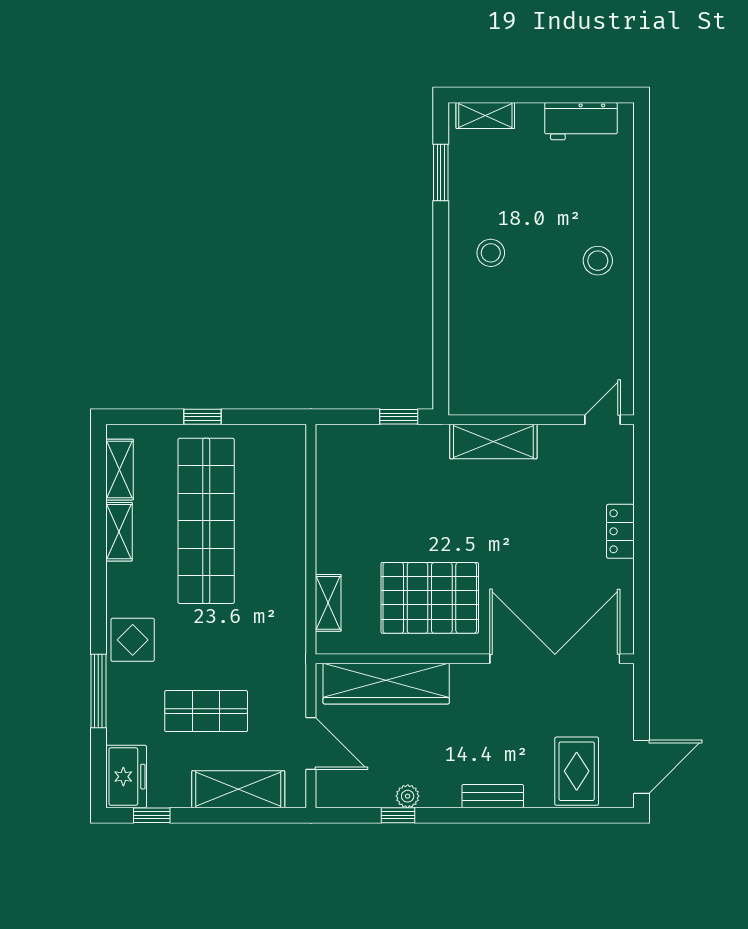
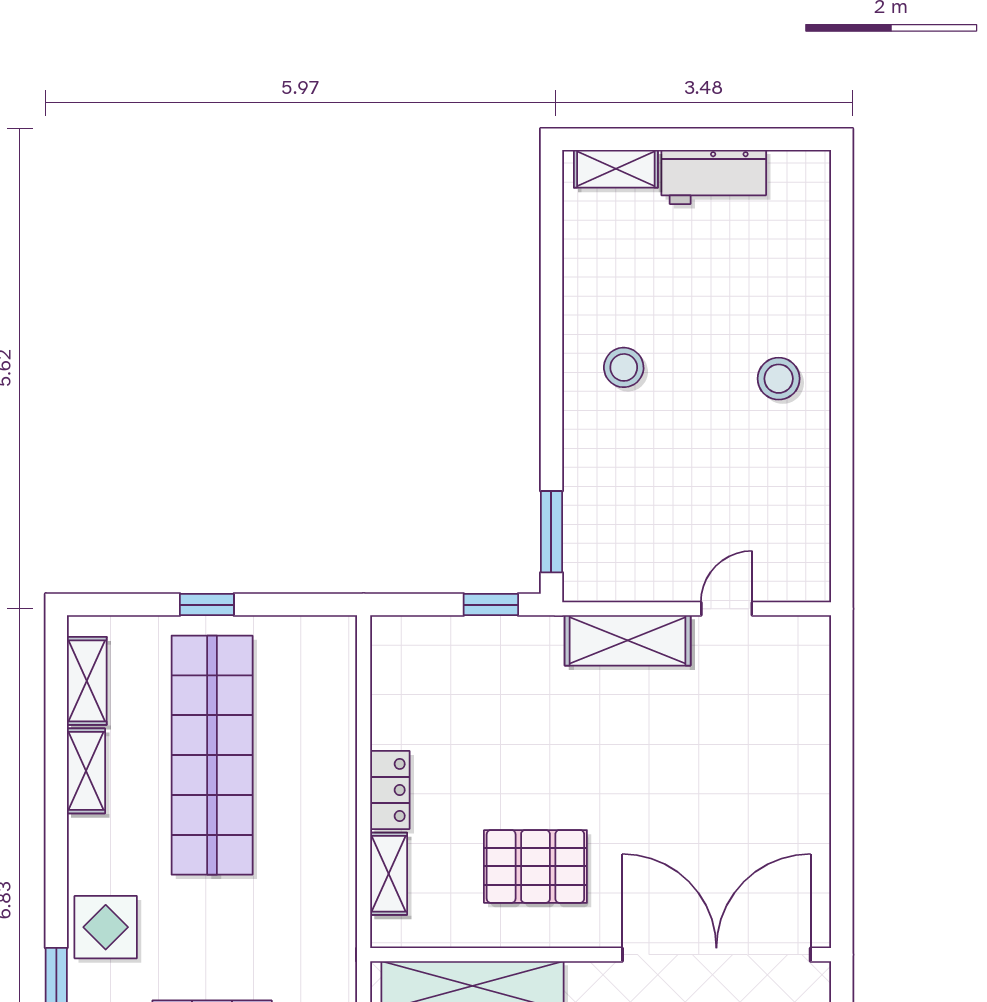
workbench: (581, 121) -> (714, 177), moved
window: (441, 172) -> (551, 532), moved
door: (603, 420) -> (727, 609), moved
locker: (620, 531) -> (390, 790), moved, turned 180
pallet: (430, 598) -> (535, 866), width x0.73, depth x0.71

